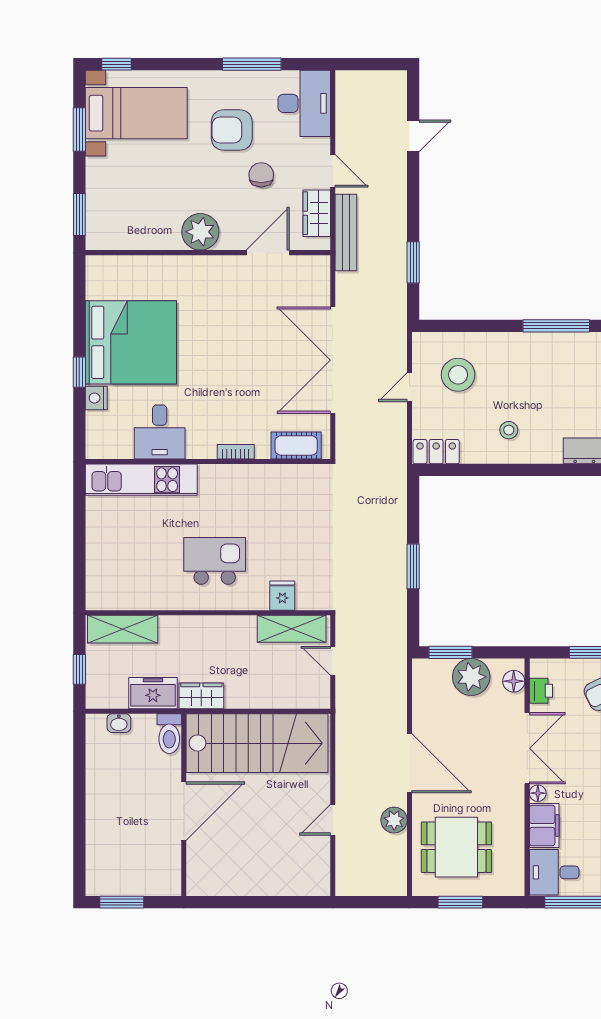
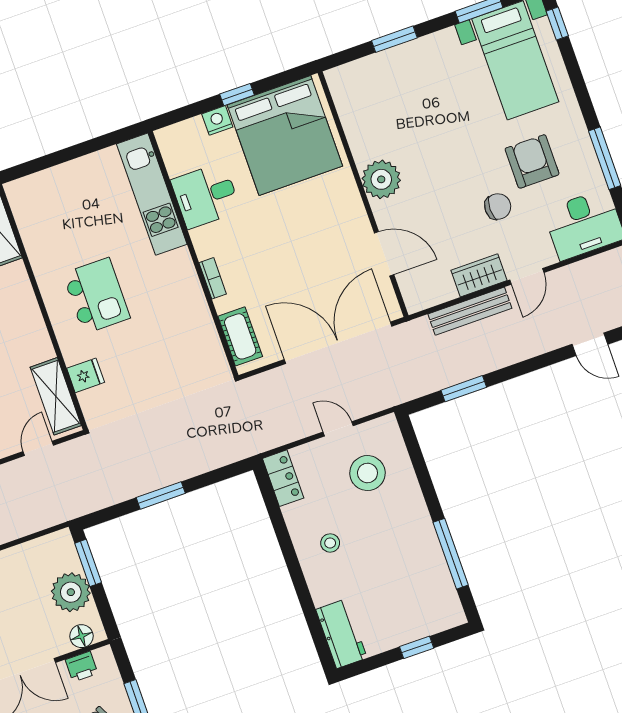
plant: (200, 232) -> (381, 179), moved
wall: (208, 253) -> (363, 194), moved
door: (268, 253) -> (384, 254), moved

